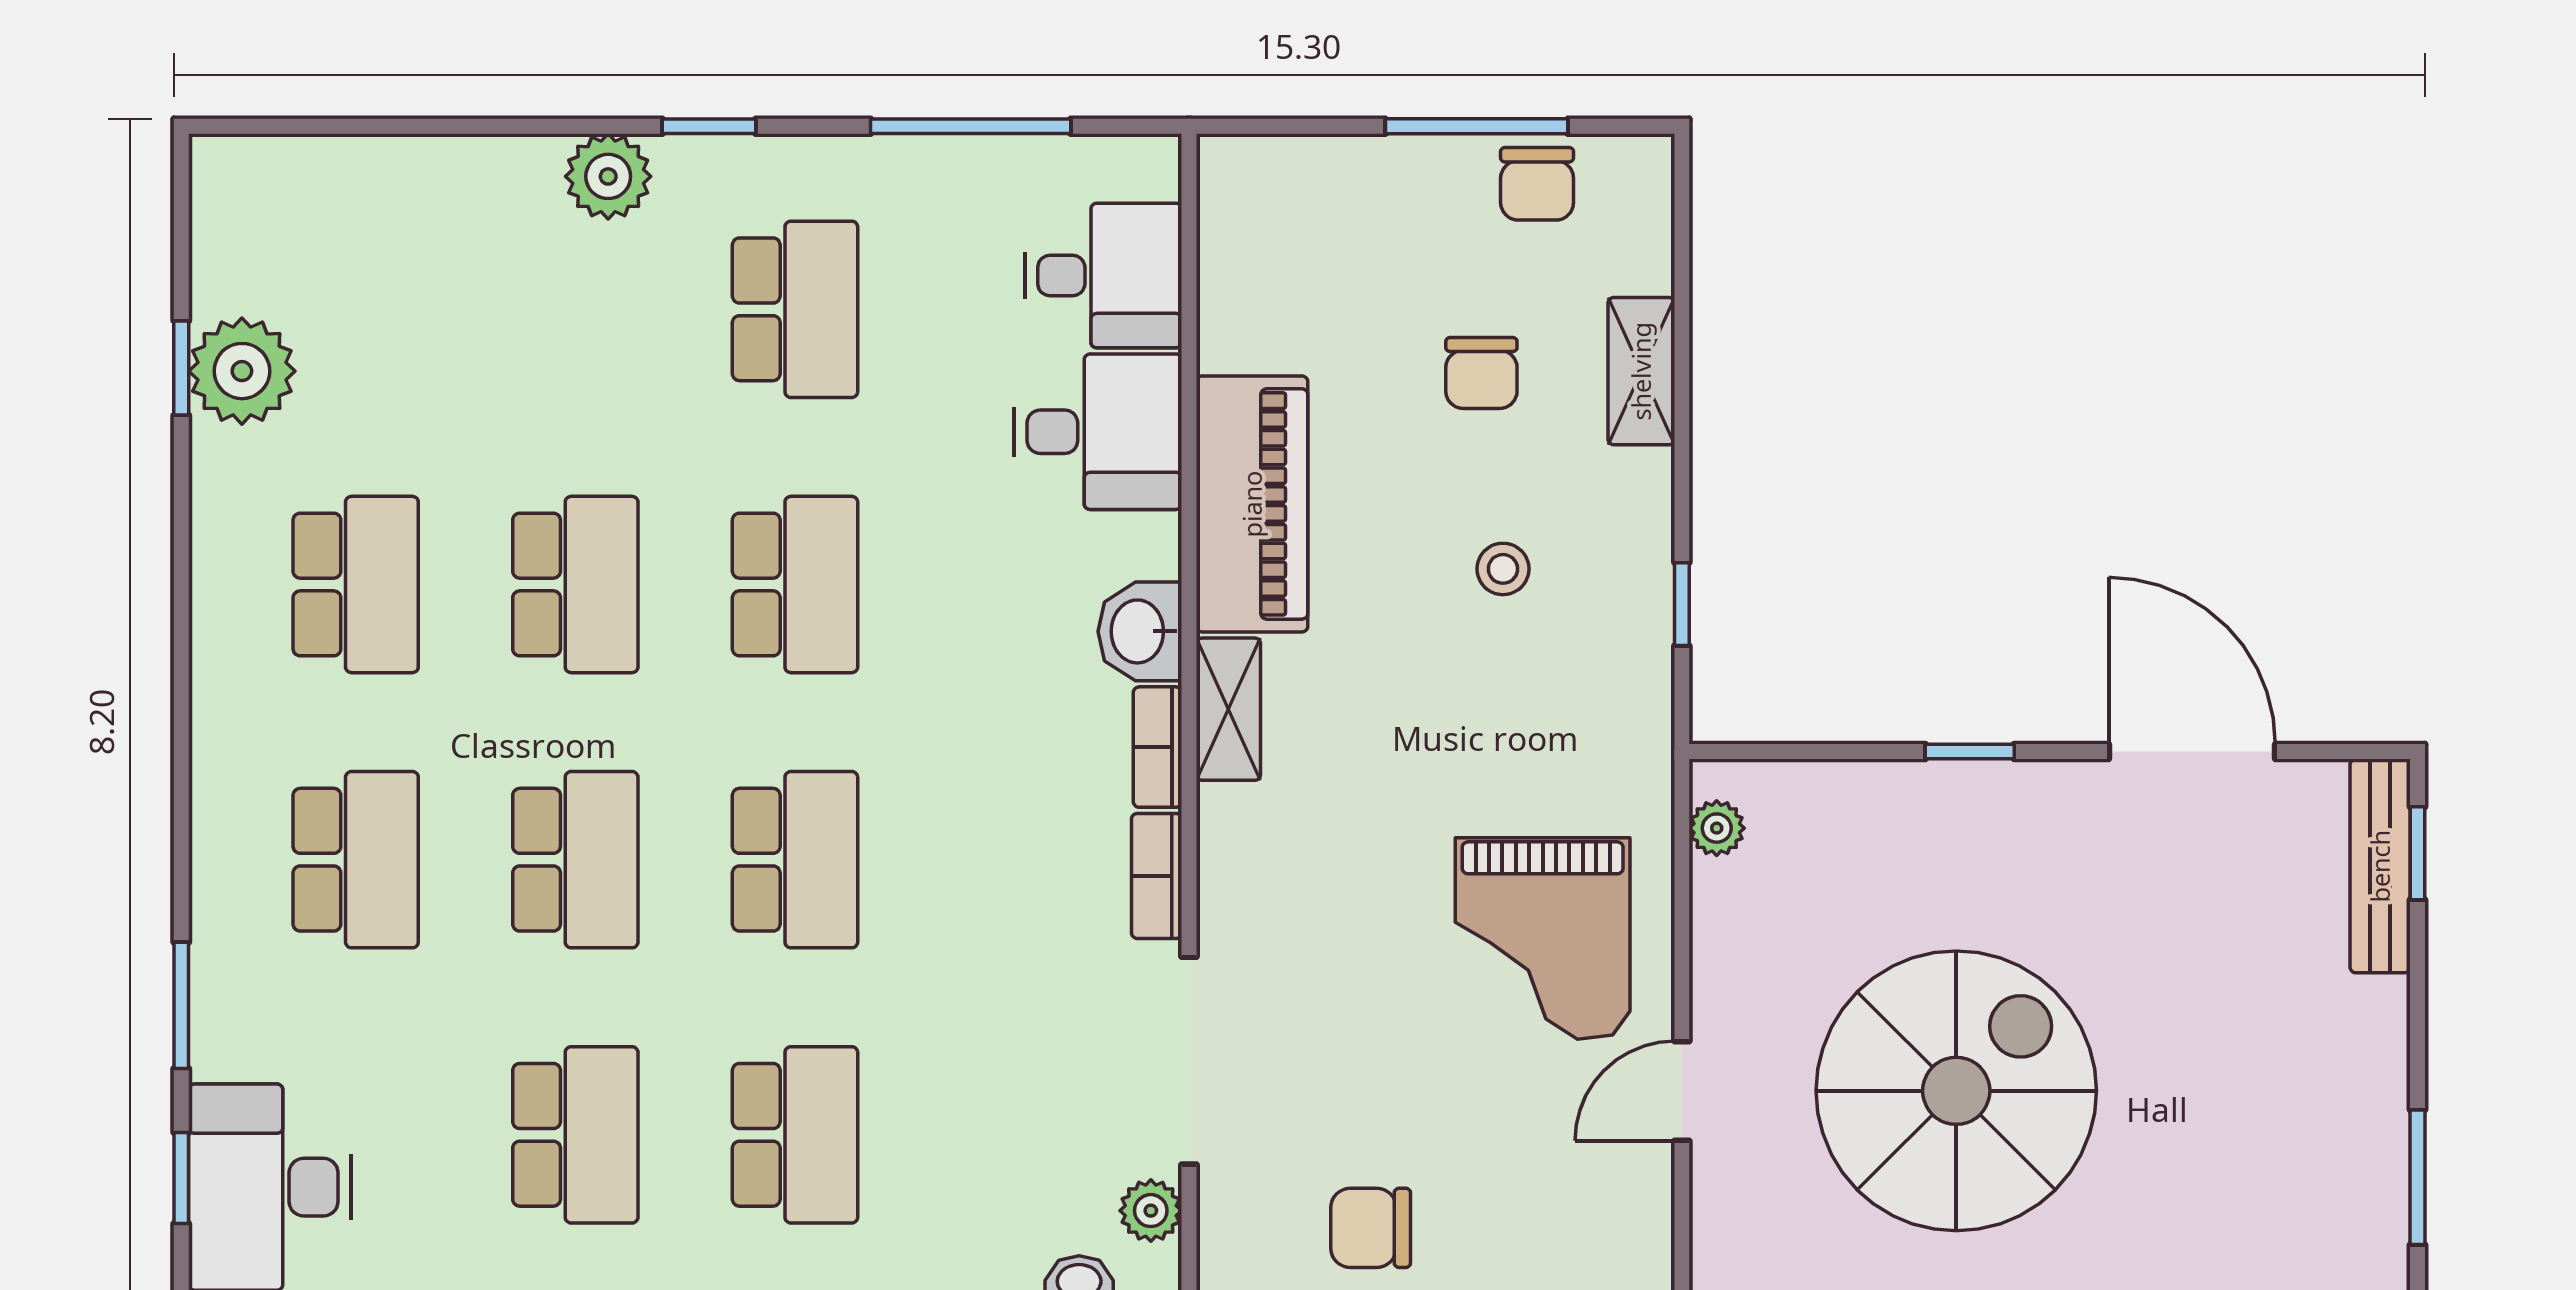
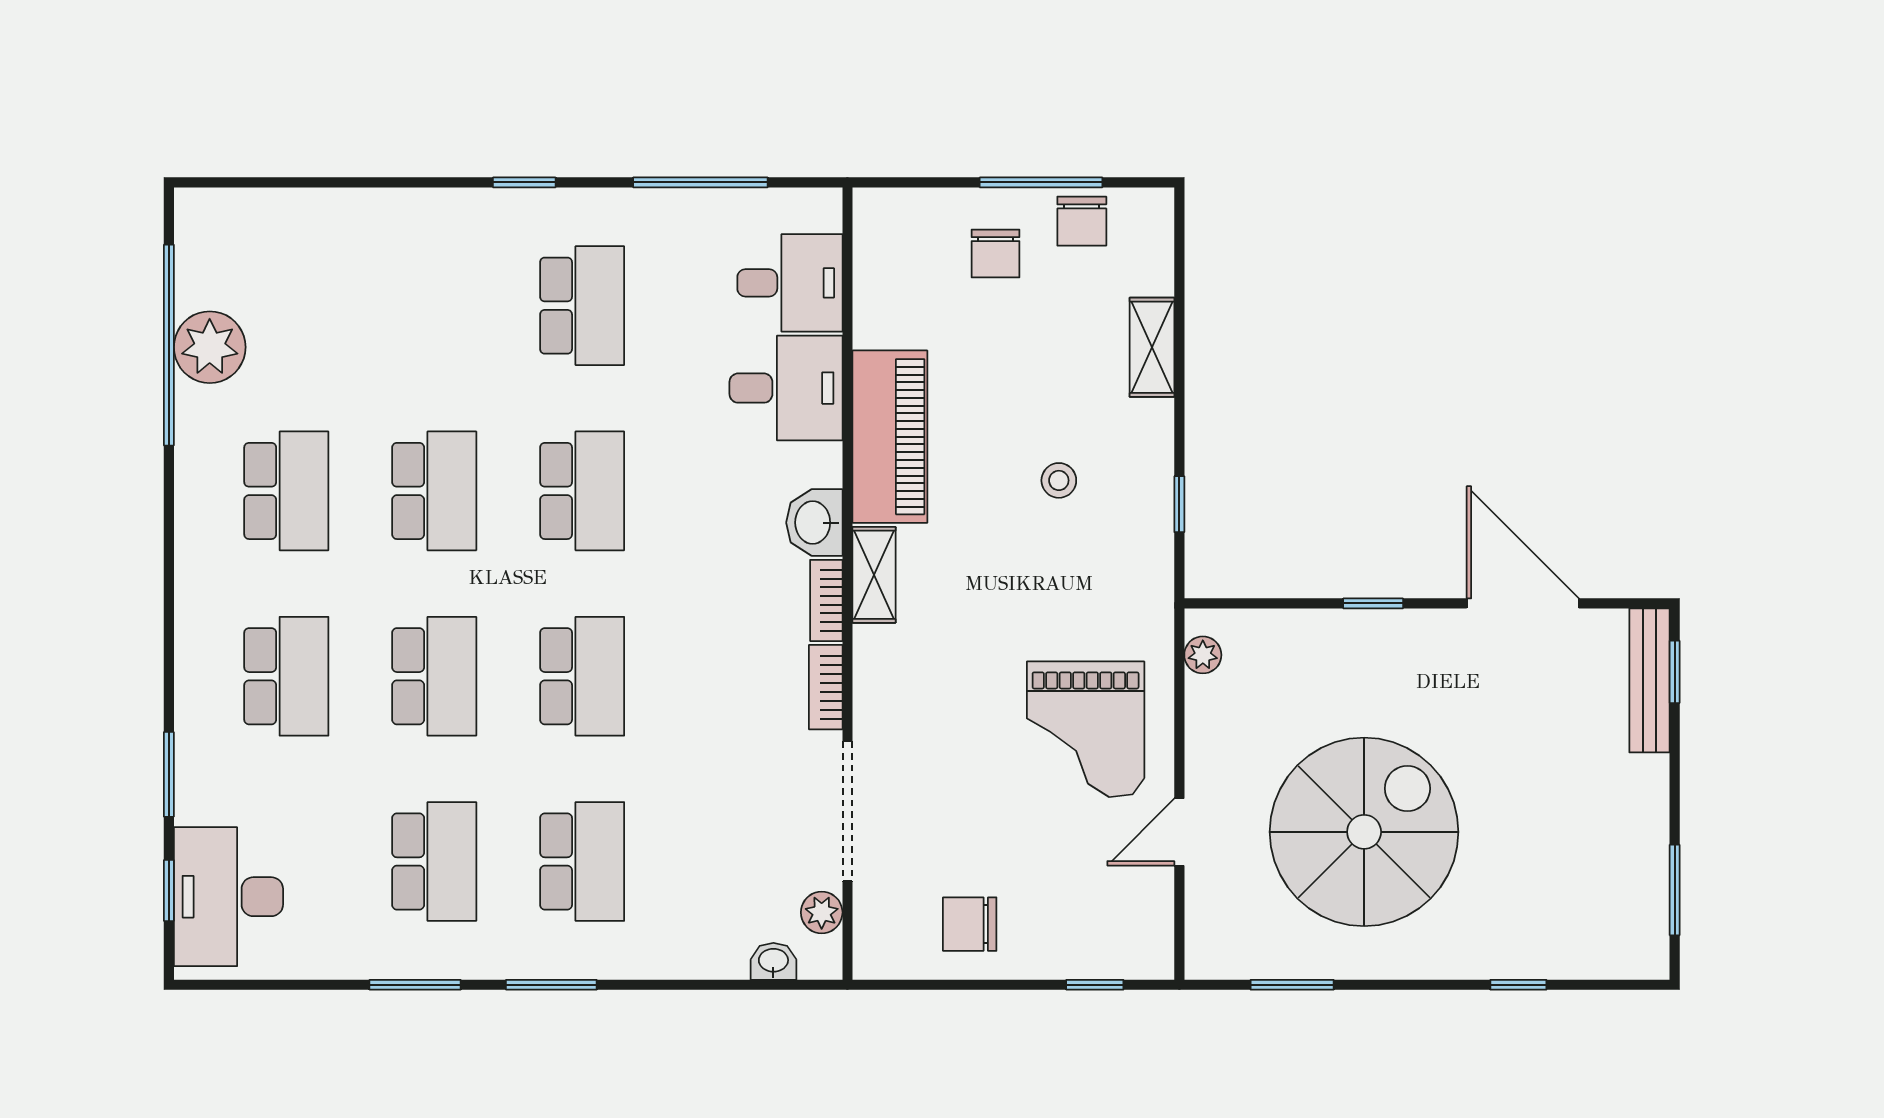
plant: (608, 176) -> (456, 216), removed
window: (181, 368) -> (169, 345), width x3.17
chair: (1481, 373) -> (996, 253), moved

